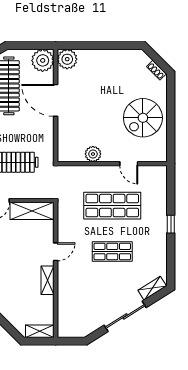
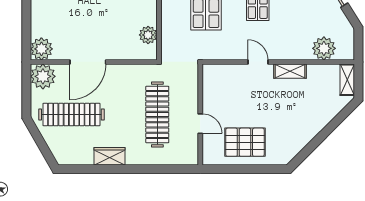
plant: (93, 154) -> (148, 35), moved
shelving: (32, 211) -> (212, 88), removed
plant: (68, 310) -> (324, 48), added

